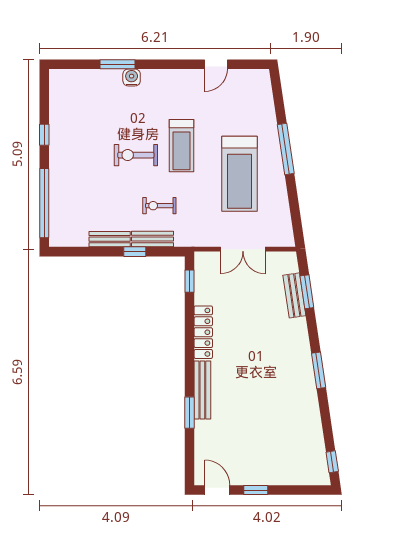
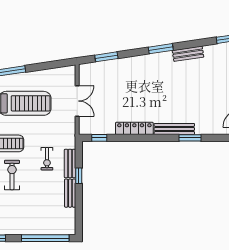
exercise bike: (136, 155) -> (12, 175), turned 180
bench: (294, 295) -> (188, 54), moved

